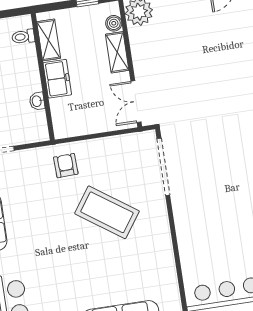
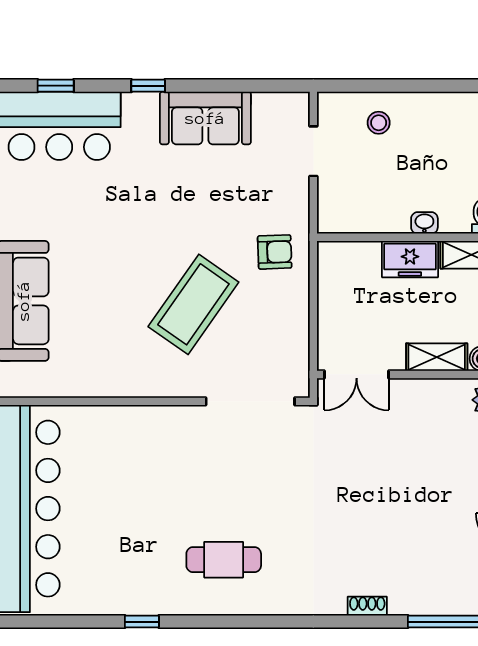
washbasin: (37, 101) -> (424, 223), moved
double door: (136, 102) -> (357, 374), swing flipped

